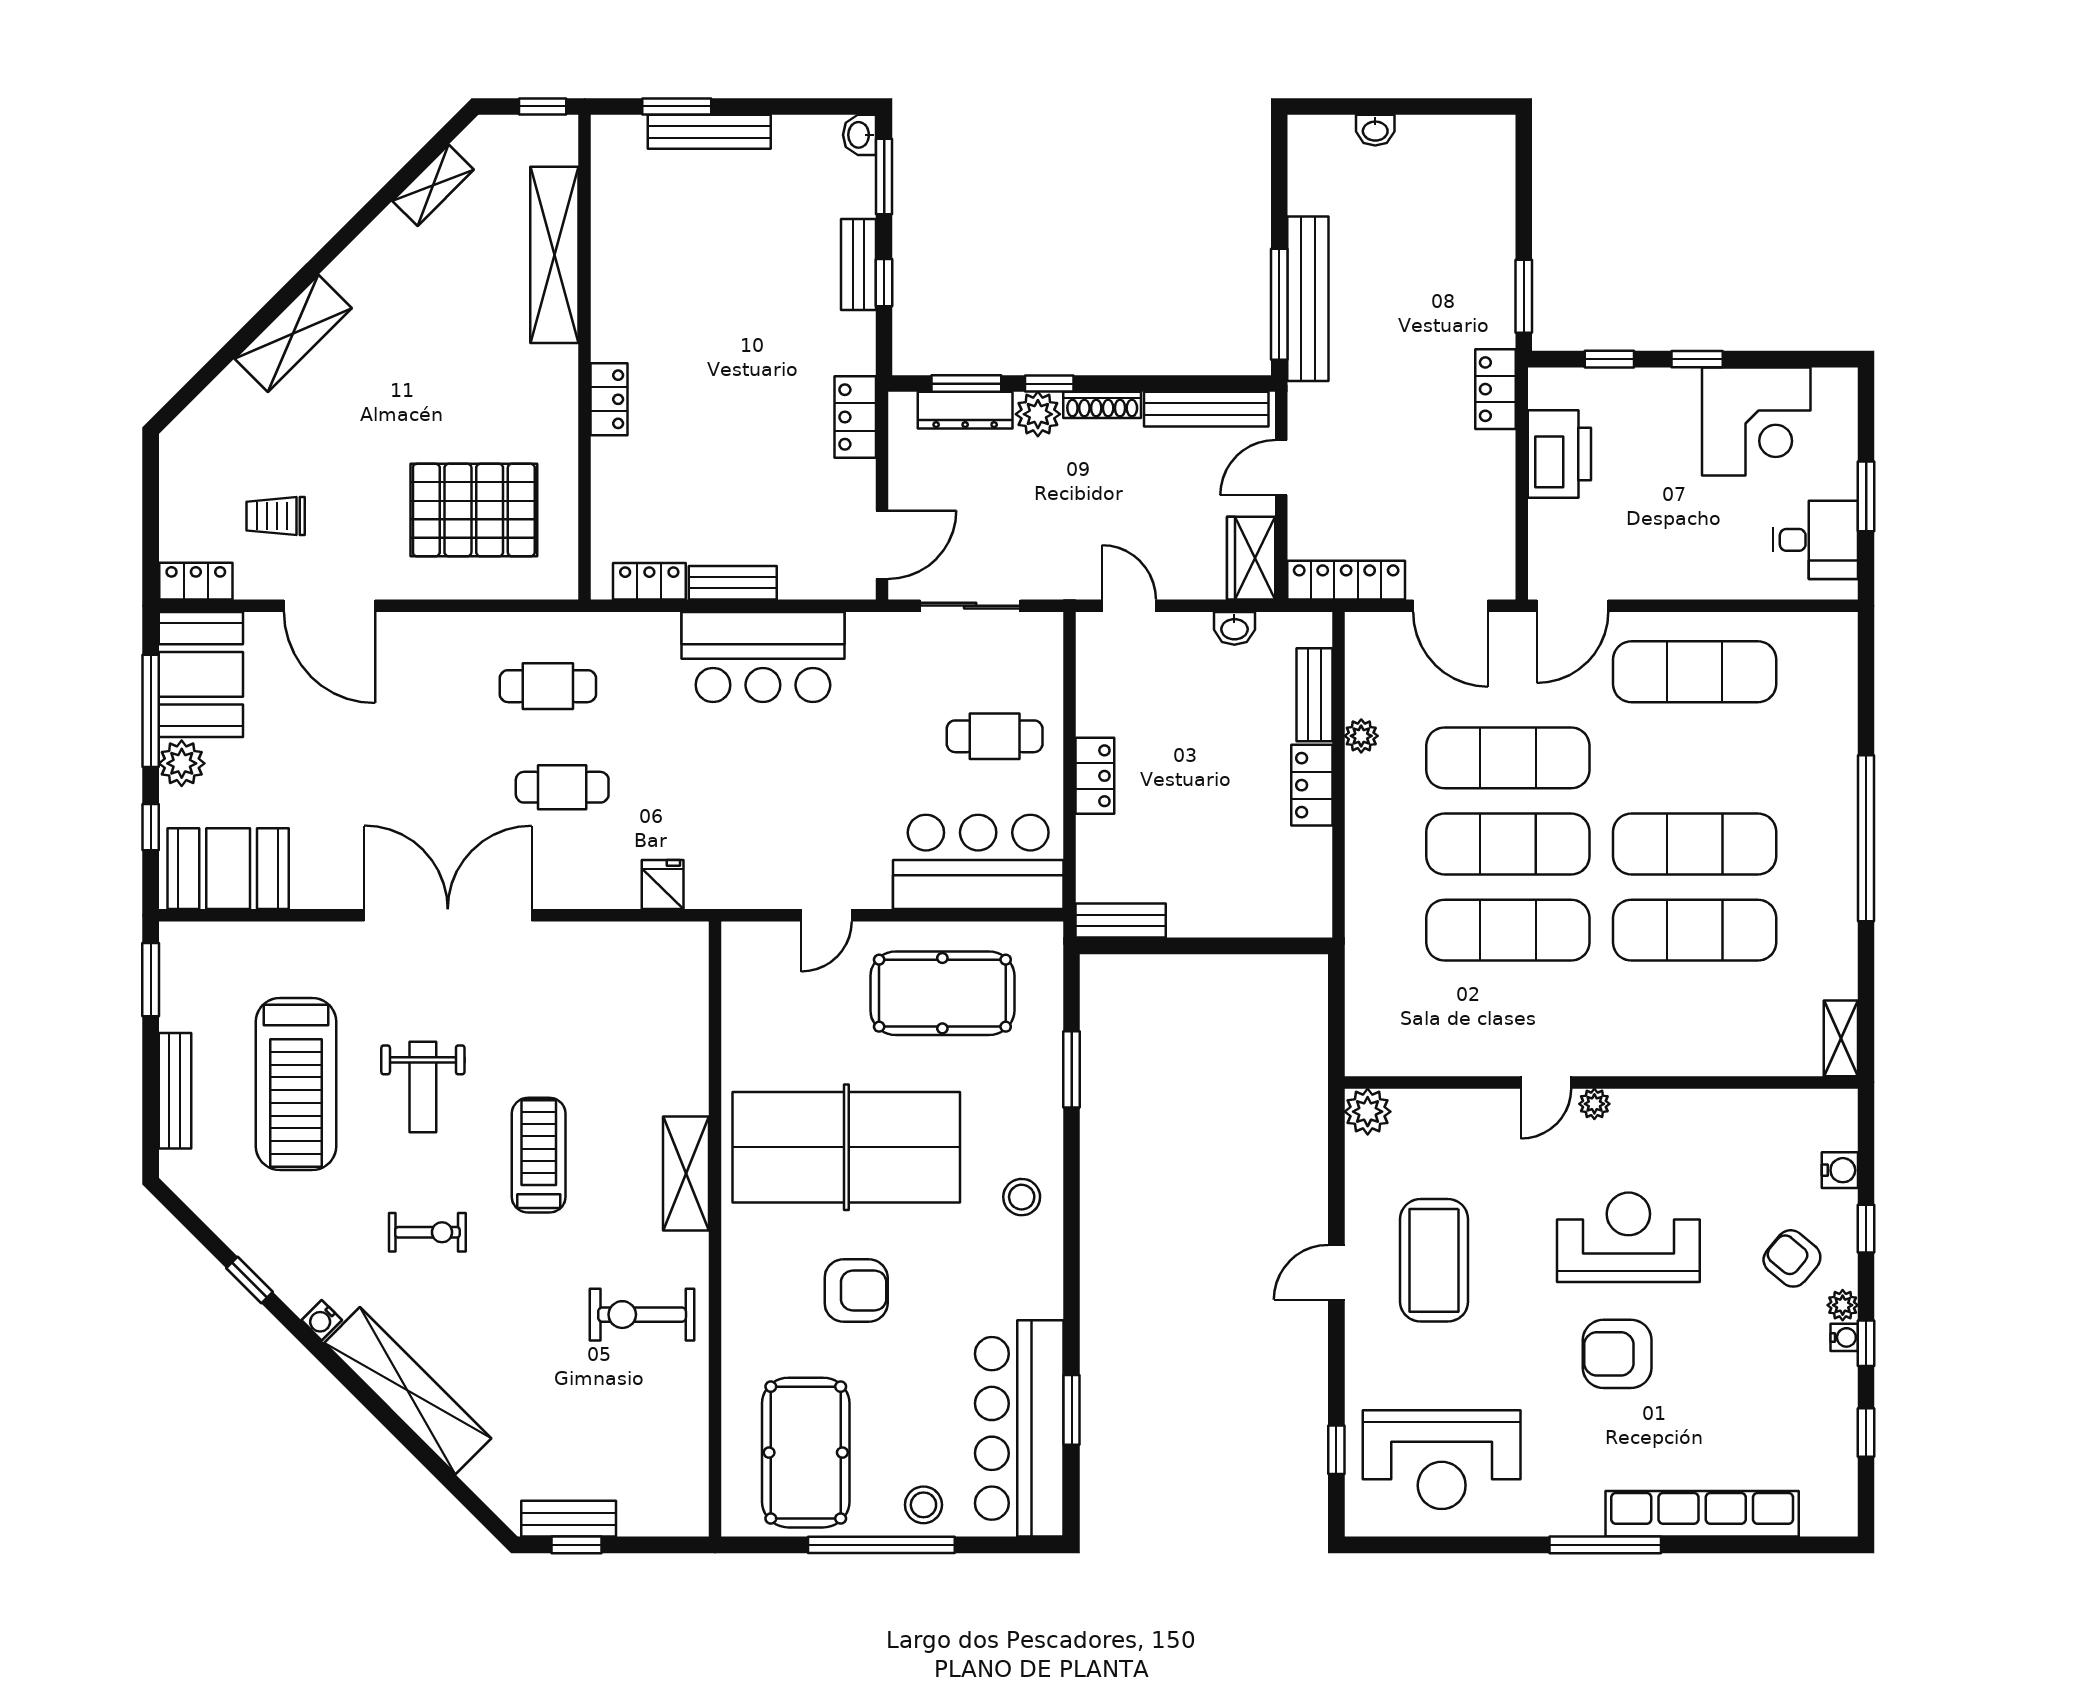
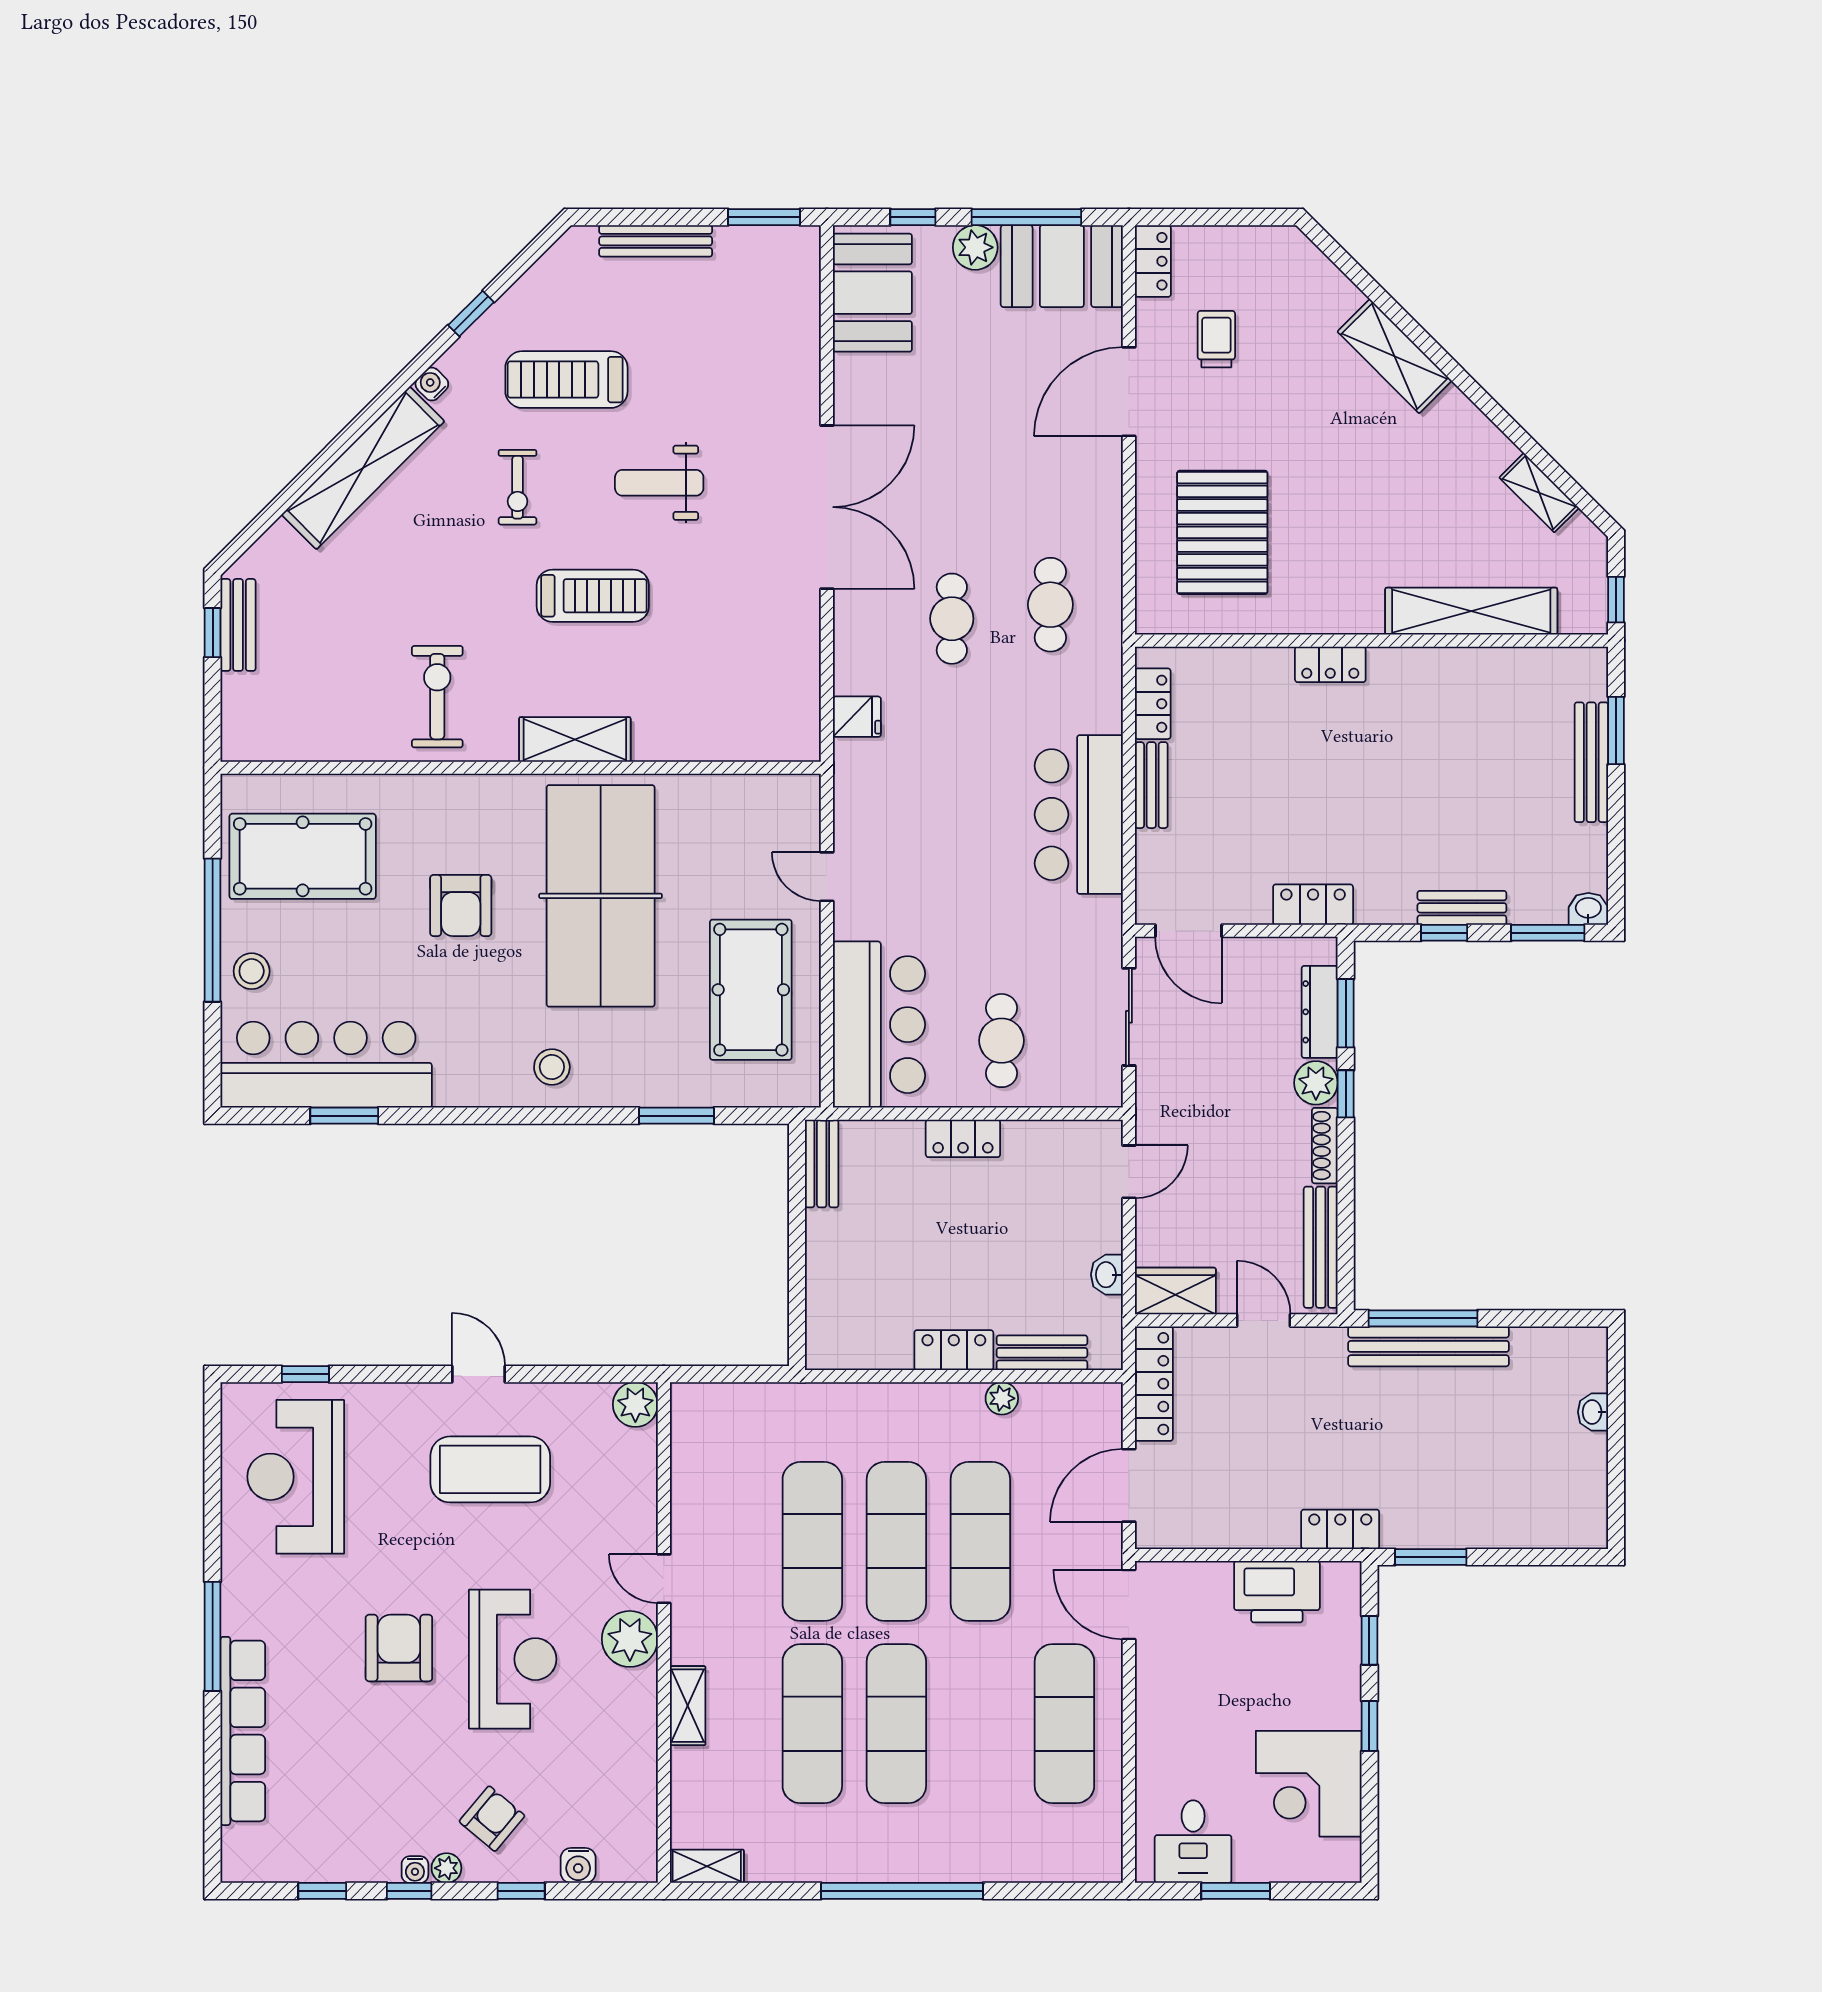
shelving: (1676, 1058) -> (688, 1706), added
treadmill: (296, 1084) -> (566, 380), moved, width x0.73, depth x0.73
plant: (1594, 1104) -> (630, 1639), width x1.88, depth x1.88

